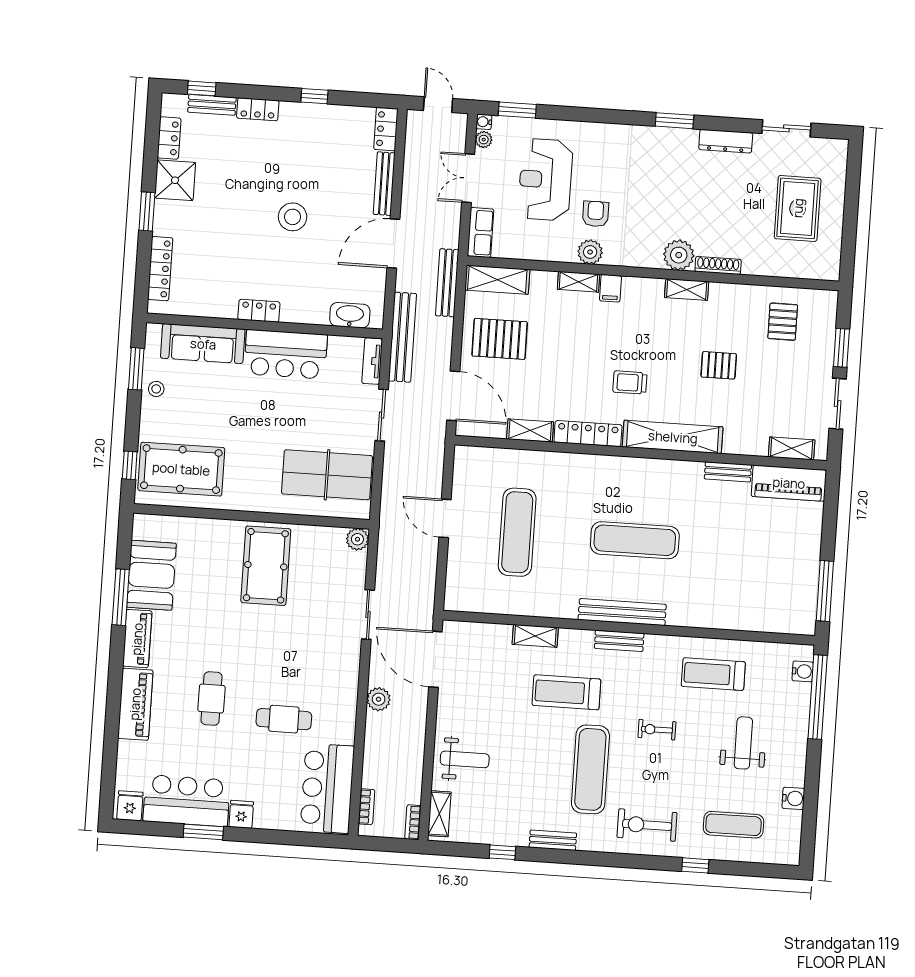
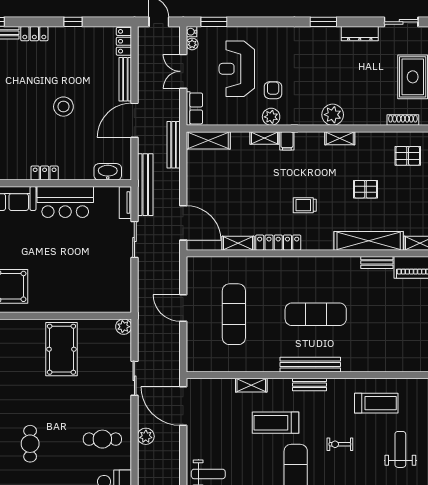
shoe rack: (718, 265) -> (403, 120), moved
pallet: (783, 322) -> (408, 156), turned 90
pallet: (500, 339) -> (213, 181), removed
shelving: (673, 437) -> (369, 241), moved
table tennis table: (327, 475) -> (99, 283), removed
treadmill: (713, 674) -> (376, 403), turned 180
cafe table: (284, 719) -> (102, 439), moved

